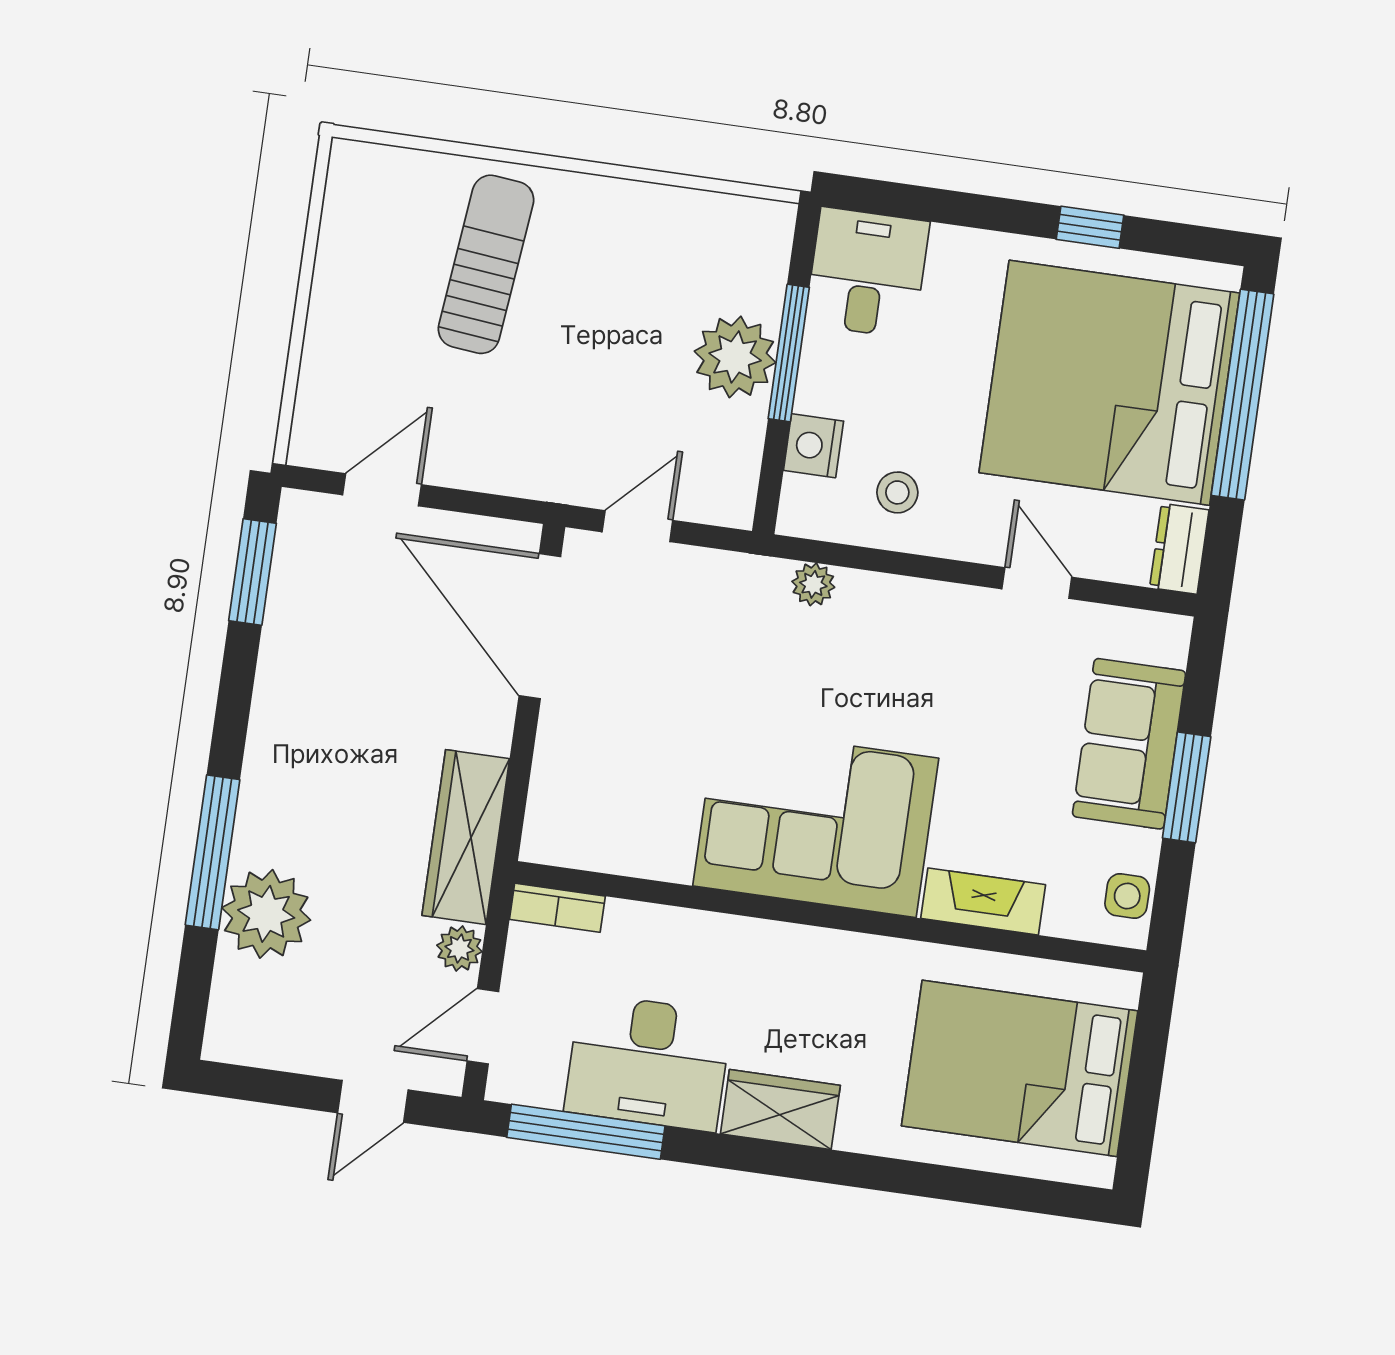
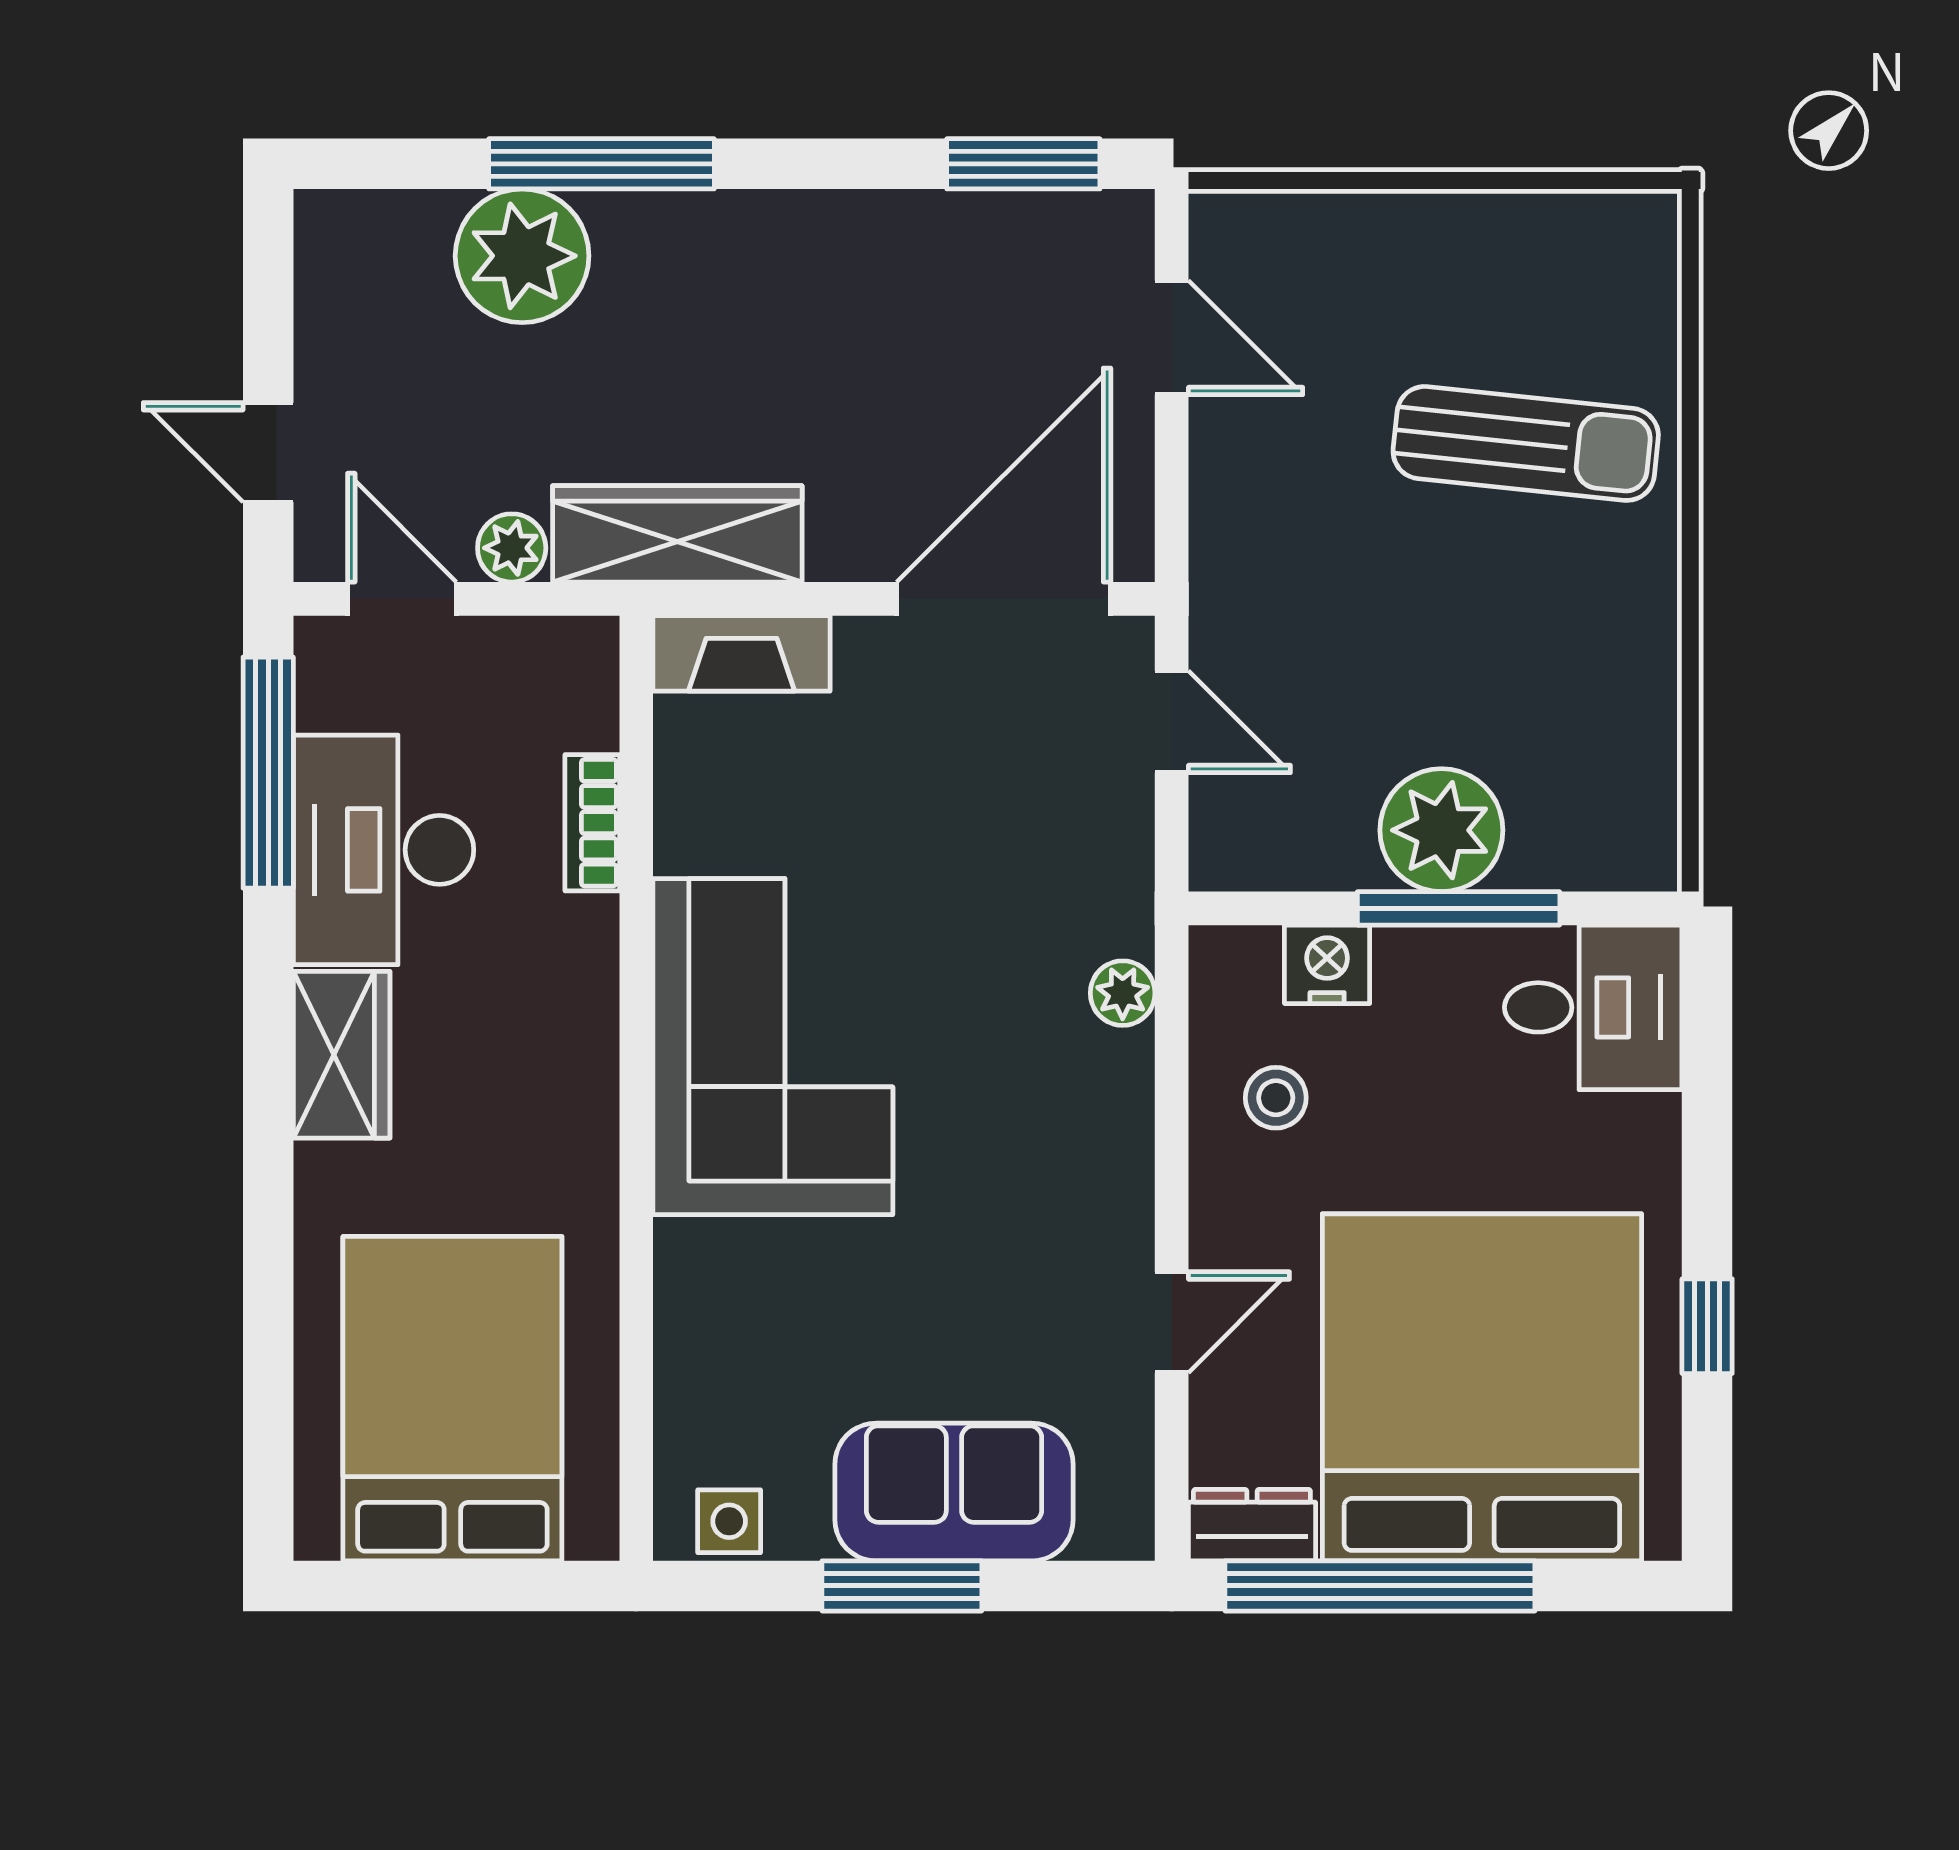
window: (1242, 395) -> (1380, 1586), moved
fireplace: (983, 901) -> (742, 653), moved, turned 90
bookcase: (557, 908) -> (592, 823), moved

